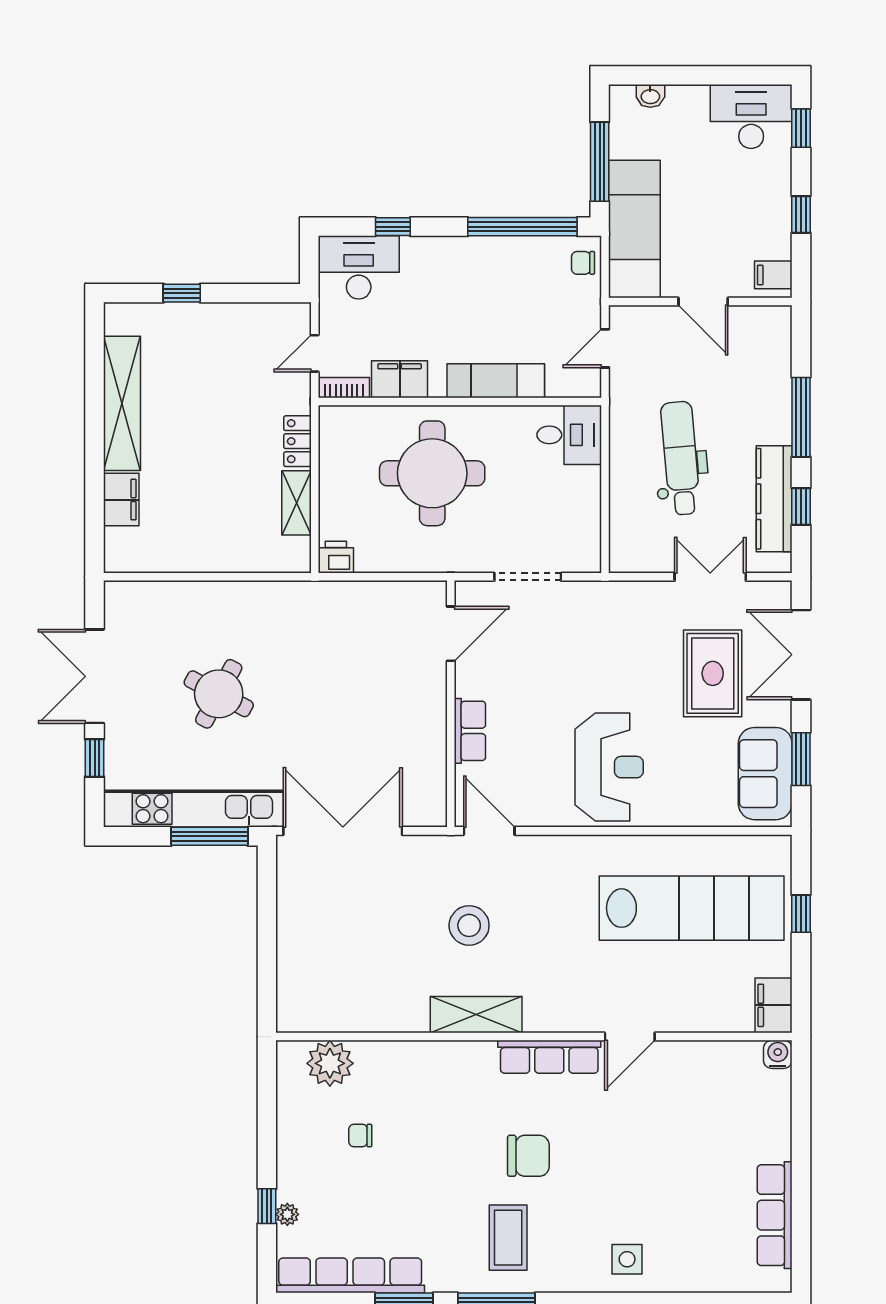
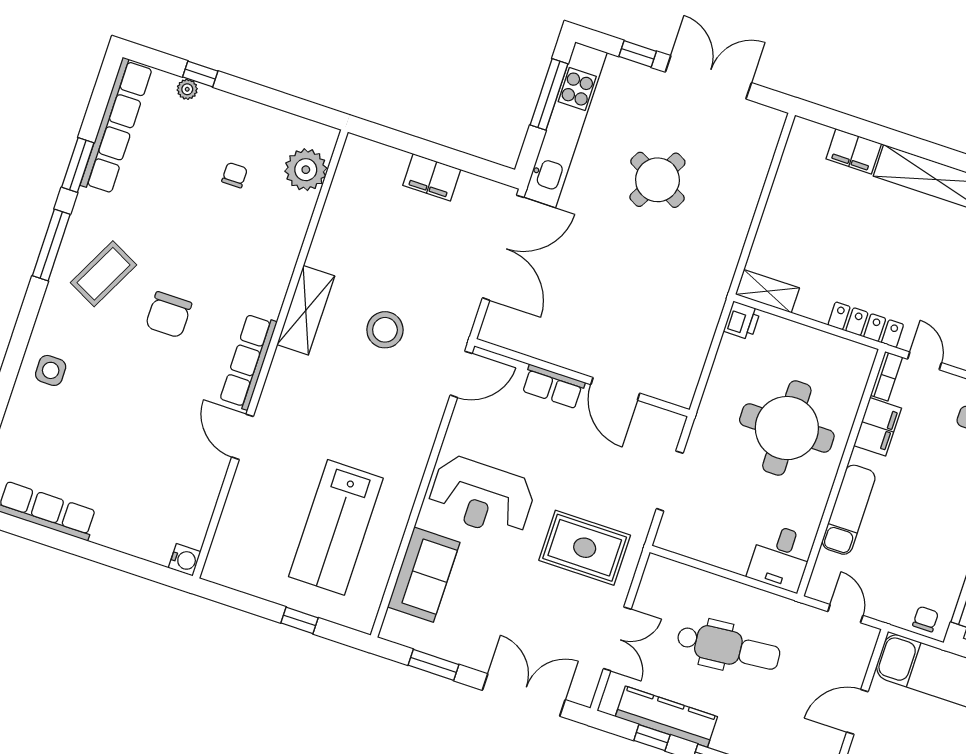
locker: (297, 441) -> (866, 325), width x1.53
shelving: (297, 503) -> (767, 291), moved
door: (451, 634) -> (615, 389), moved
rug: (713, 673) -> (585, 548), moved
sofa: (765, 774) -> (424, 575), moved, turned 90
window: (209, 836) -> (549, 94), moved
lab bench: (692, 908) -> (336, 527), width x0.73
filing cabinet: (774, 1005) -> (432, 177), moved, turned 180
coffee table: (508, 1238) -> (104, 274), turned -63

